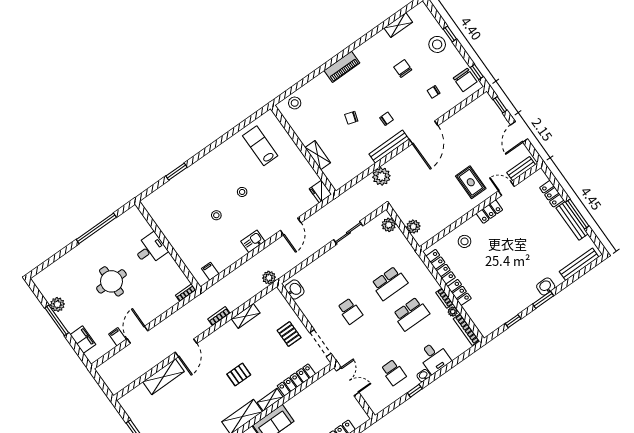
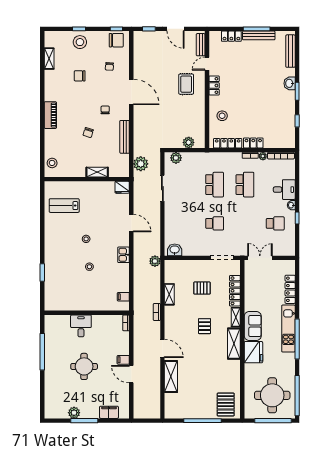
bench: (389, 147) -> (125, 137), moved
plant: (381, 176) -> (141, 164), moved
rug: (471, 182) -> (186, 84), turned 90
pallet: (289, 334) -> (202, 288), moved
filing cabinet: (117, 337) -> (123, 360), moved

